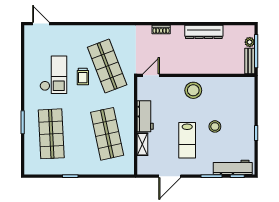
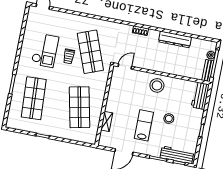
workbench: (145, 116) -> (200, 96), moved, turned 180
lab bench: (187, 140) -> (144, 125), turned 180

